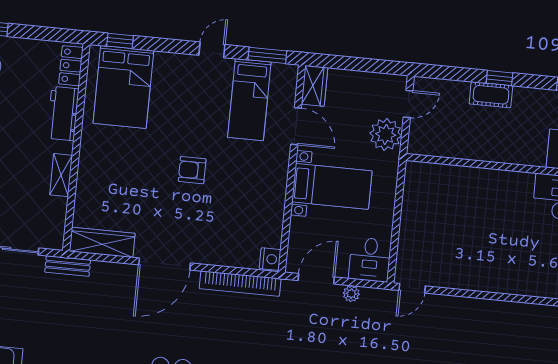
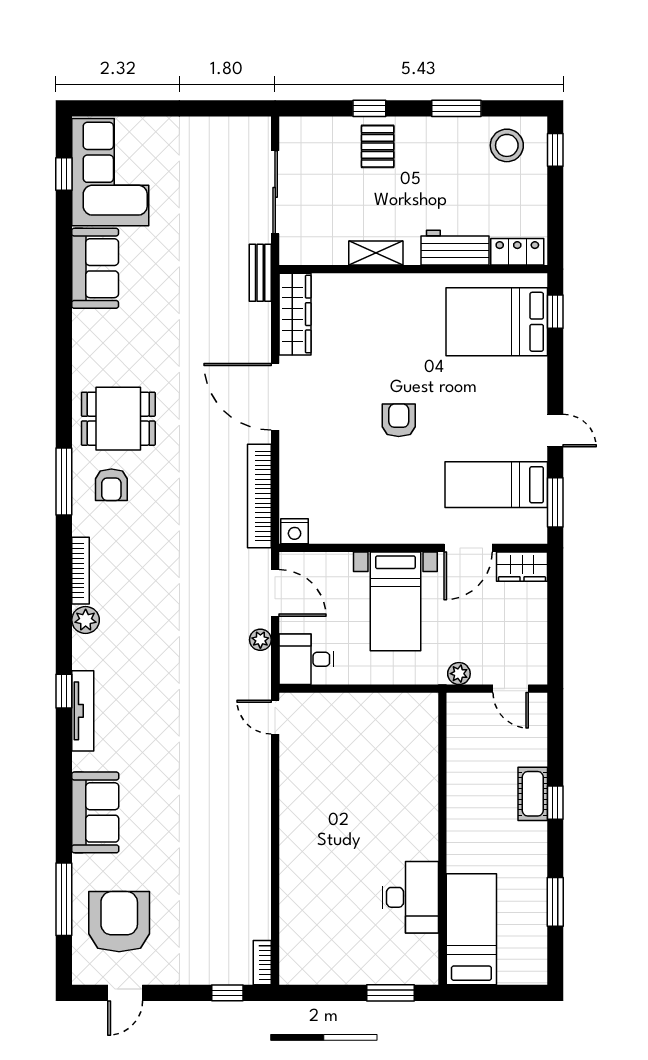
plant: (386, 134) -> (459, 674), width x0.53, depth x0.53

